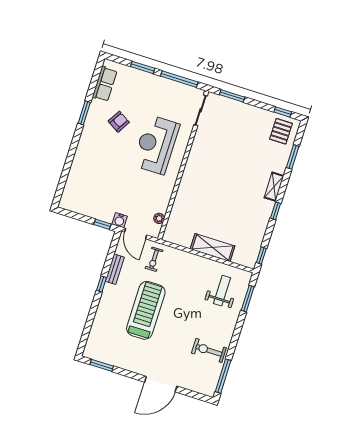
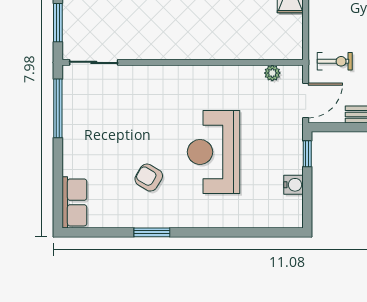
window: (143, 67) -> (58, 168), removed
row of seats: (105, 84) -> (74, 202), moved, turned 90
reception desk: (156, 145) -> (214, 152), moved, turned 90
water cooler: (120, 220) -> (293, 185), moved

